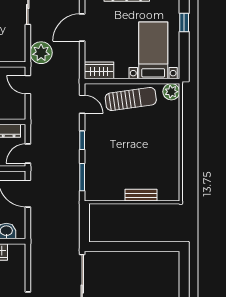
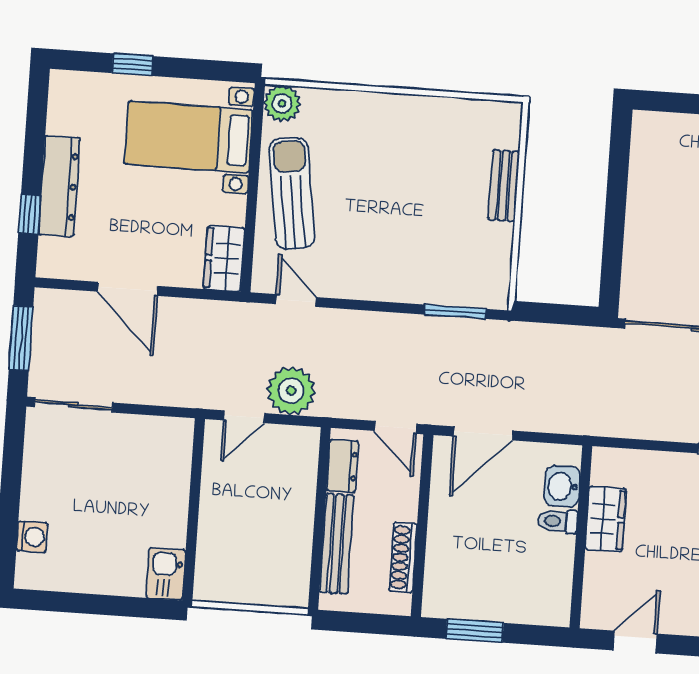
plant: (41, 53) -> (291, 391), moved
door: (82, 104) -> (296, 301), hinge flipped
window: (82, 140) -> (375, 306), removed

